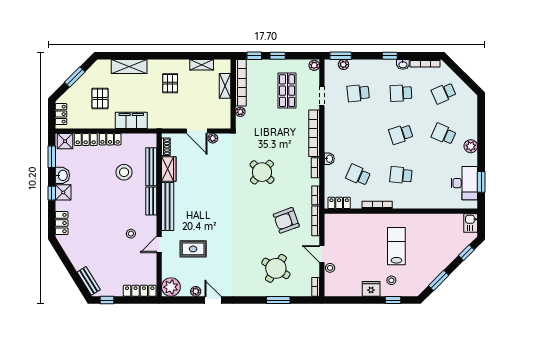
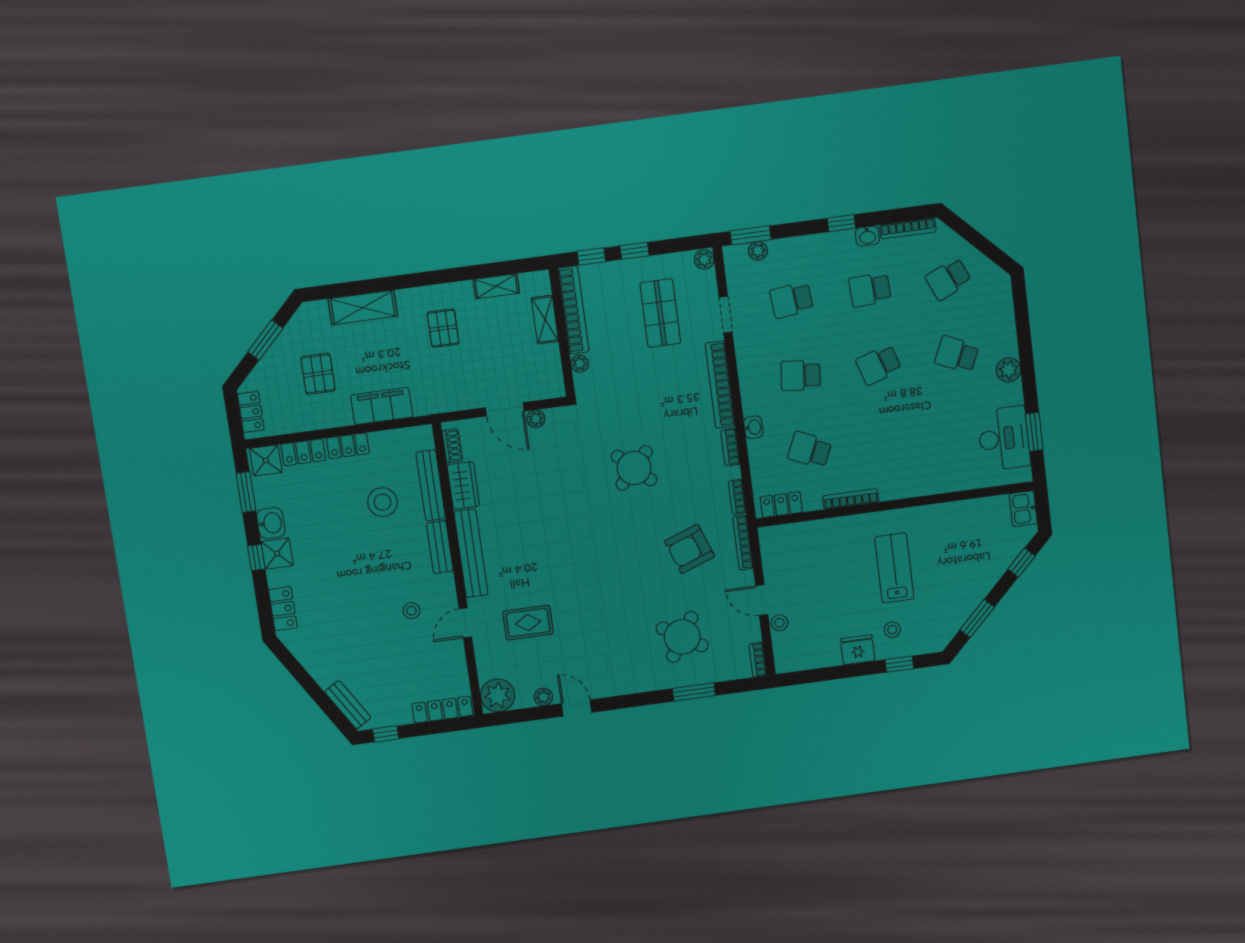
school desk: (401, 175) -> (801, 375), moved

